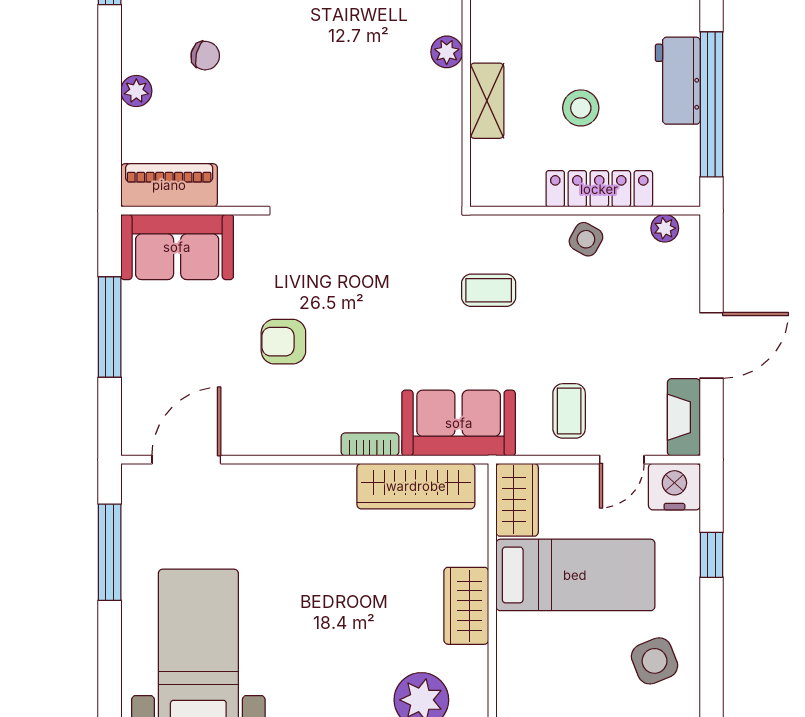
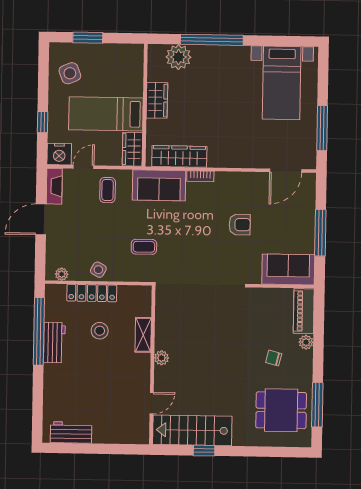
piano: (169, 185) -> (304, 311), moved, turned 90

